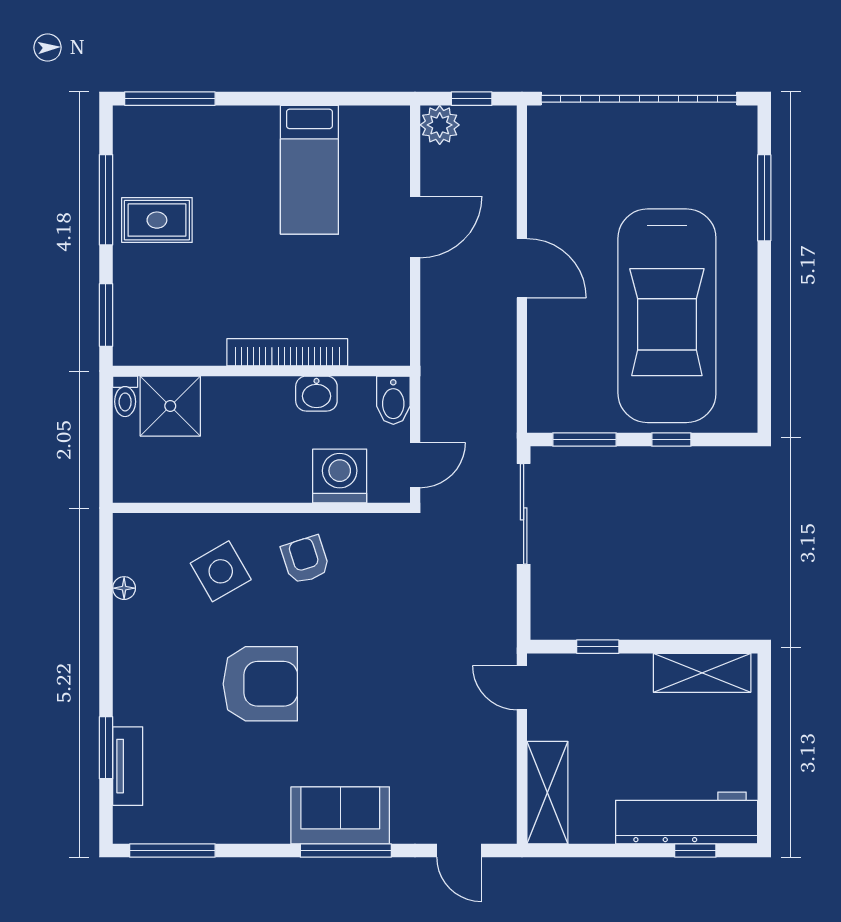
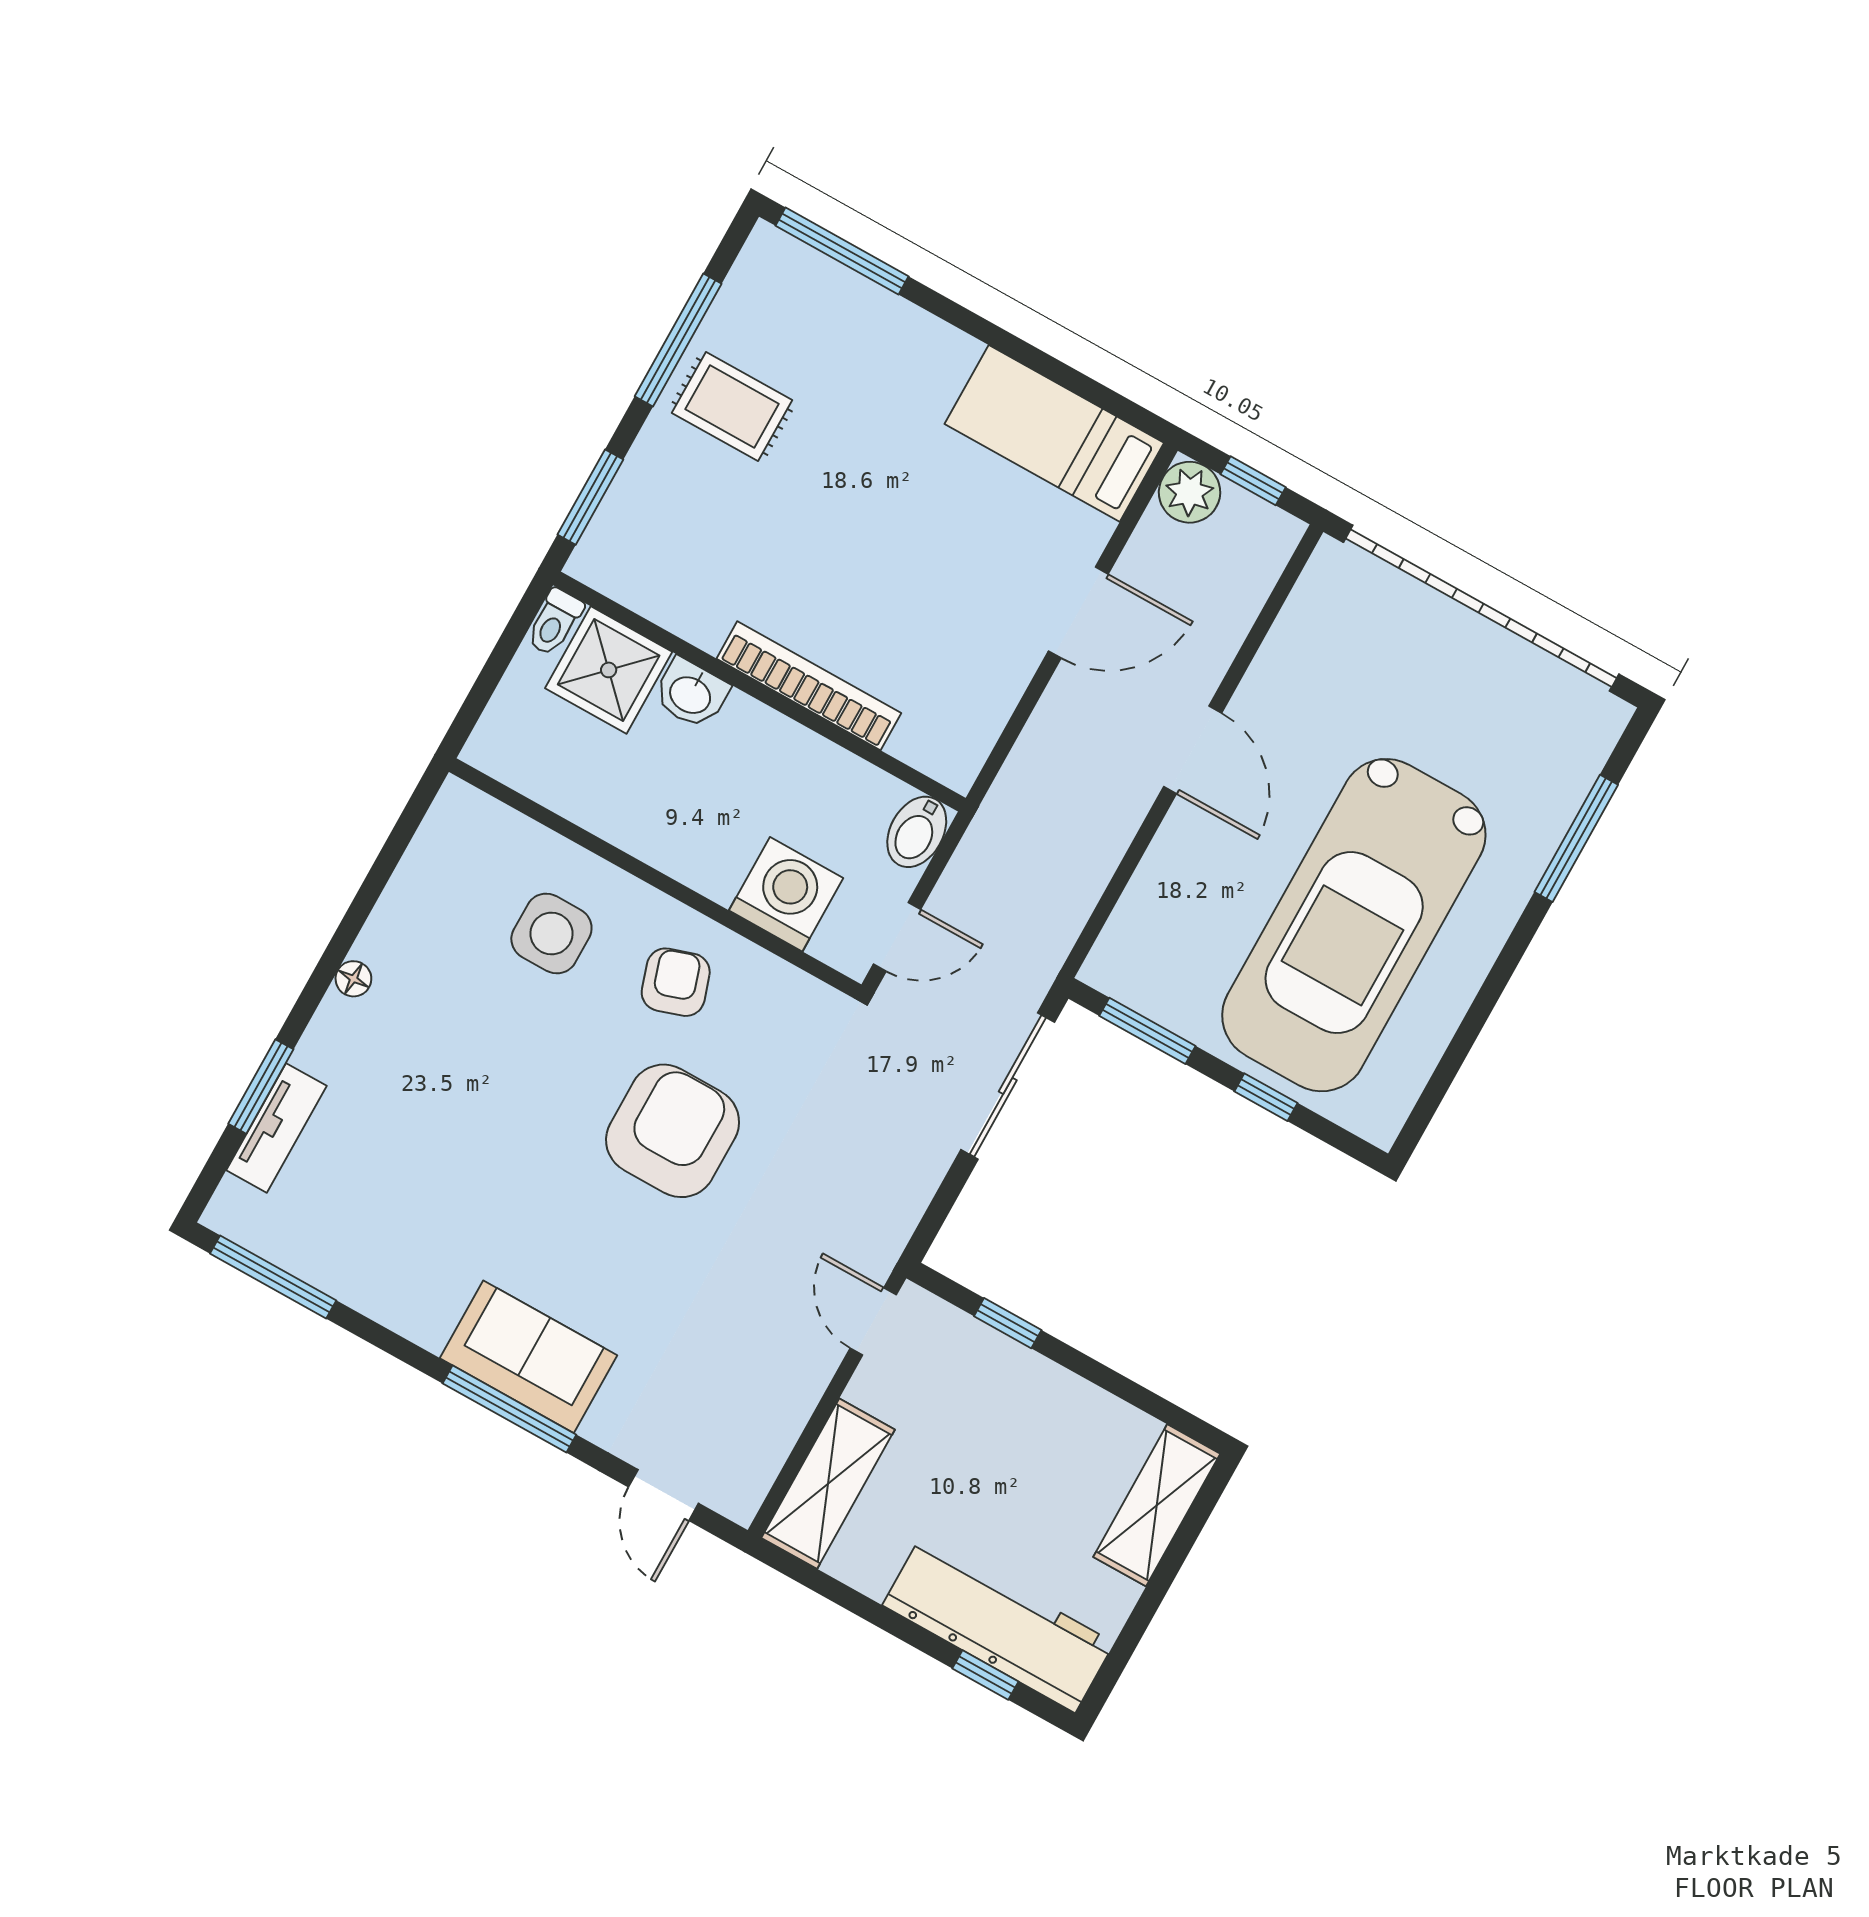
bed: (309, 170) -> (1054, 433), moved, turned 90
washbasin: (316, 394) -> (691, 694), moved
side table: (221, 571) -> (551, 934), turned 30
floor lamp: (124, 588) -> (353, 979), moved
shelving: (702, 673) -> (1157, 1505), moved, turned 90
armchair: (260, 684) -> (673, 1131), moved, turned -90

